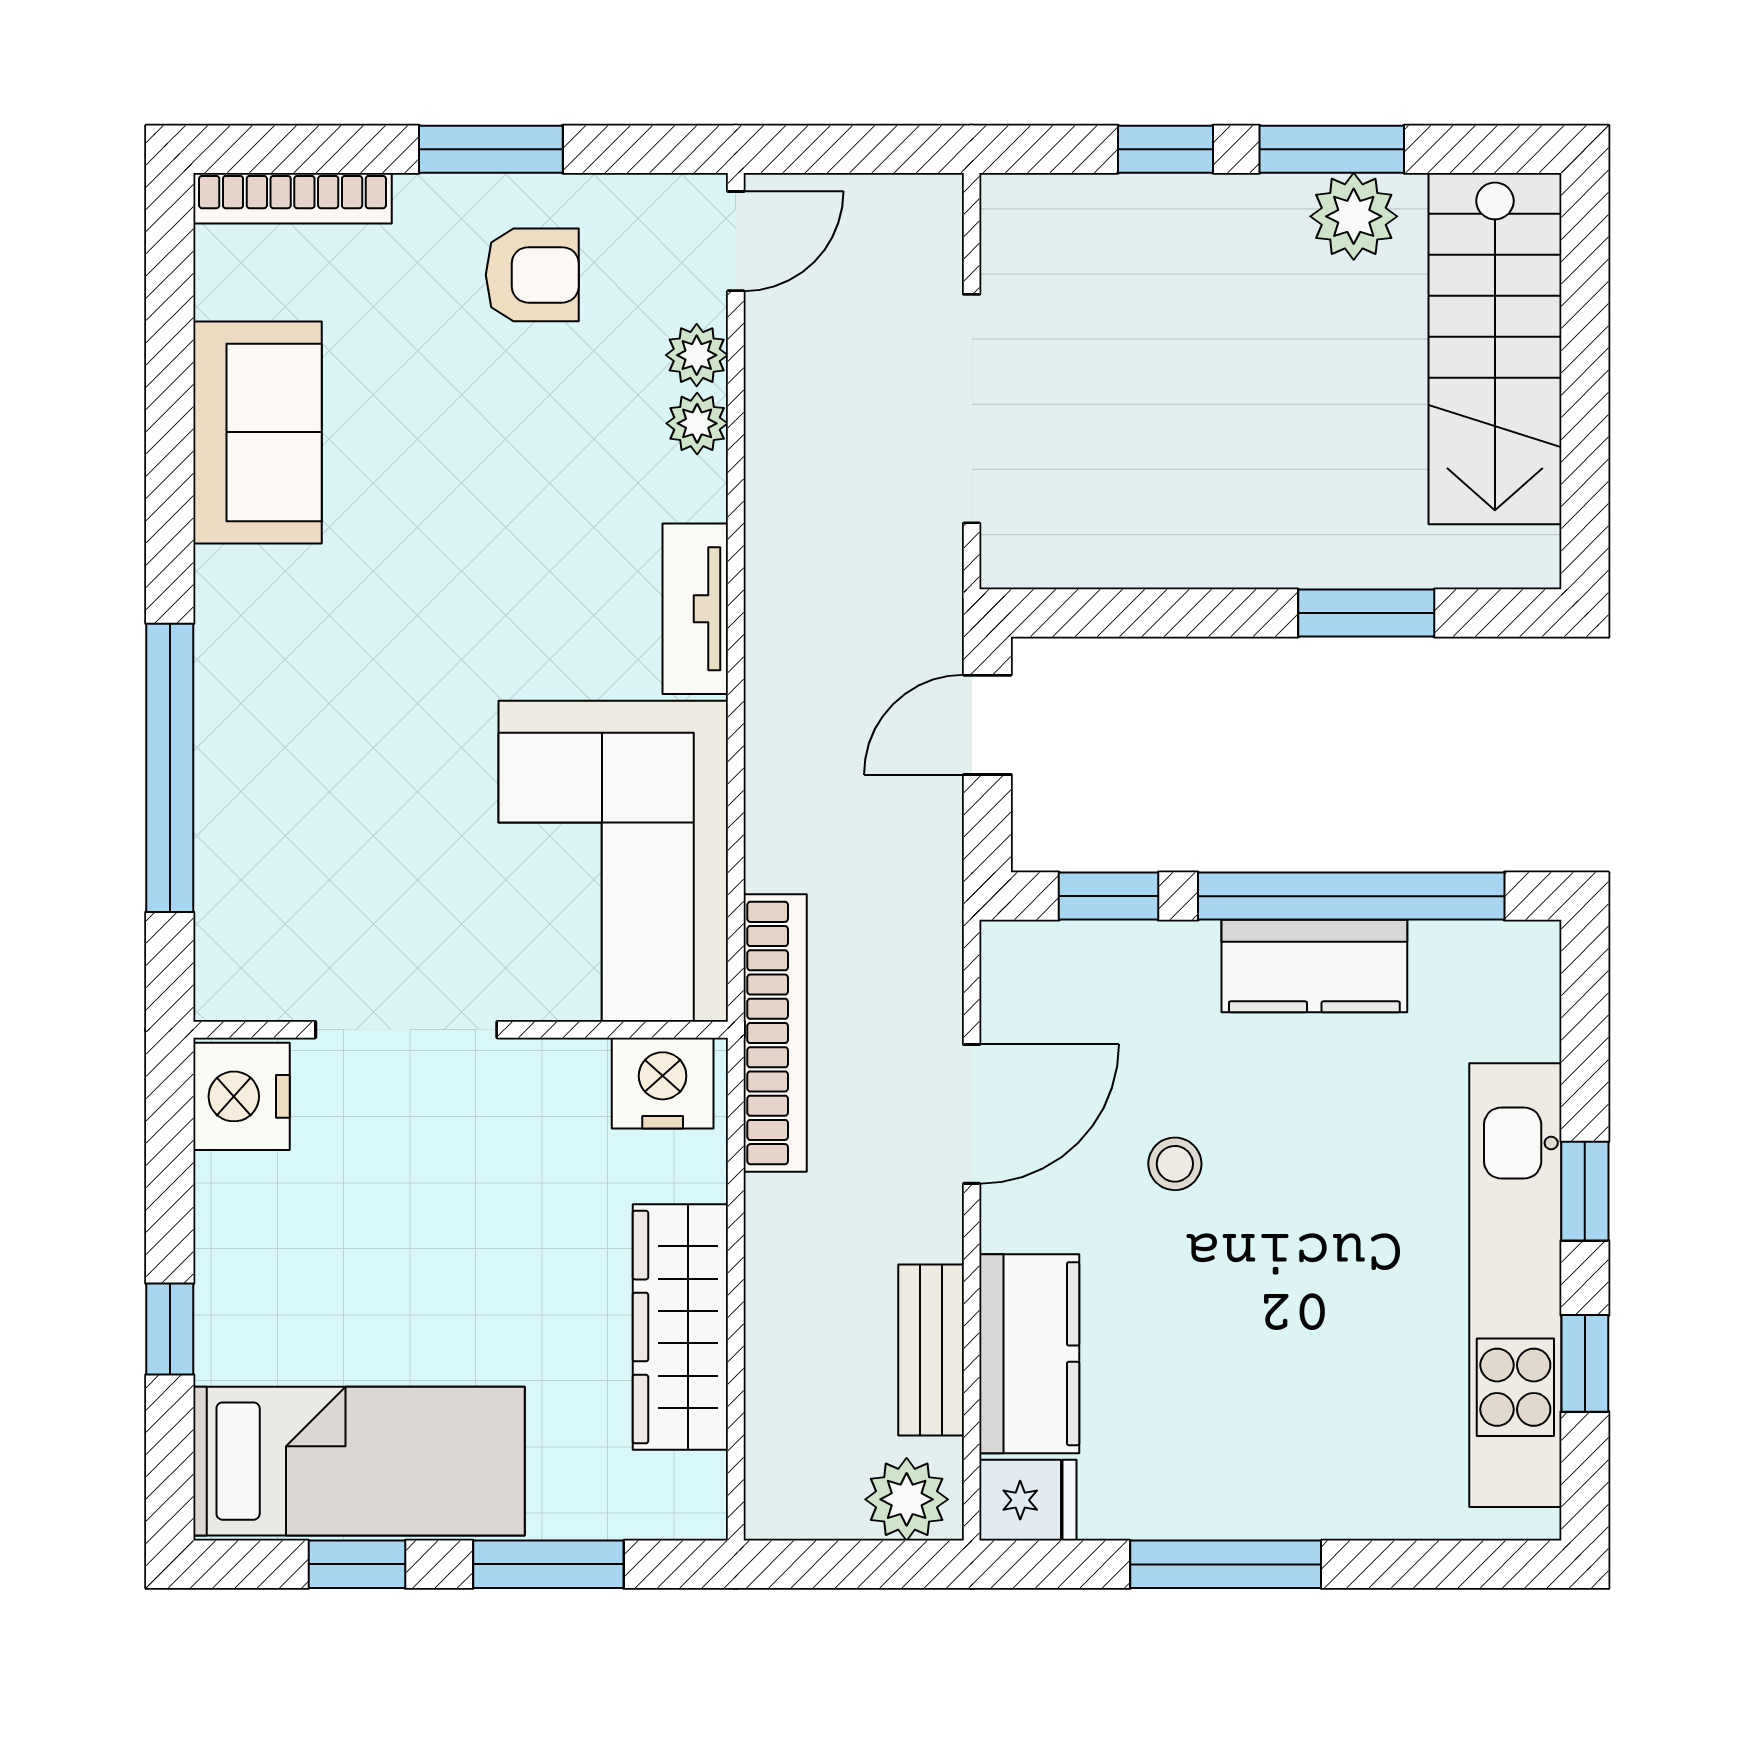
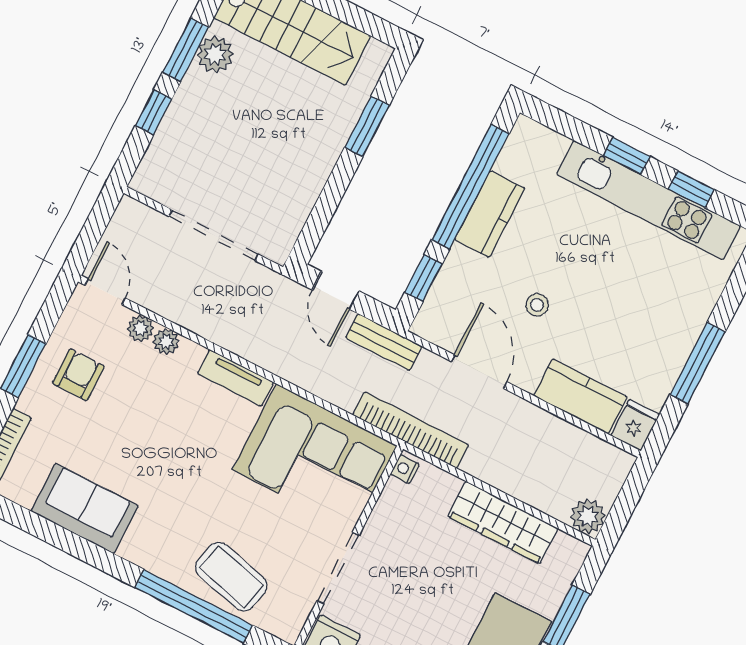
coffee table: (273, 814) -> (231, 577), added
nightstand: (663, 1083) -> (405, 469), width x0.53, depth x0.56
bench: (931, 1350) -> (384, 342), moved
plant: (907, 1499) -> (588, 516), moved

